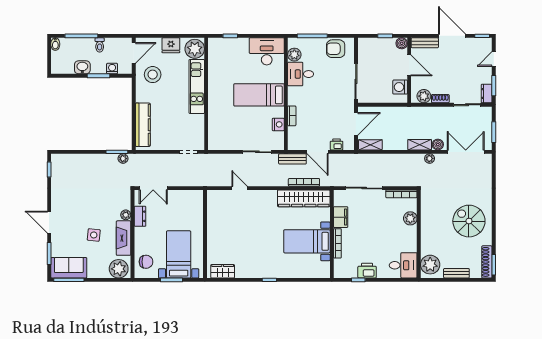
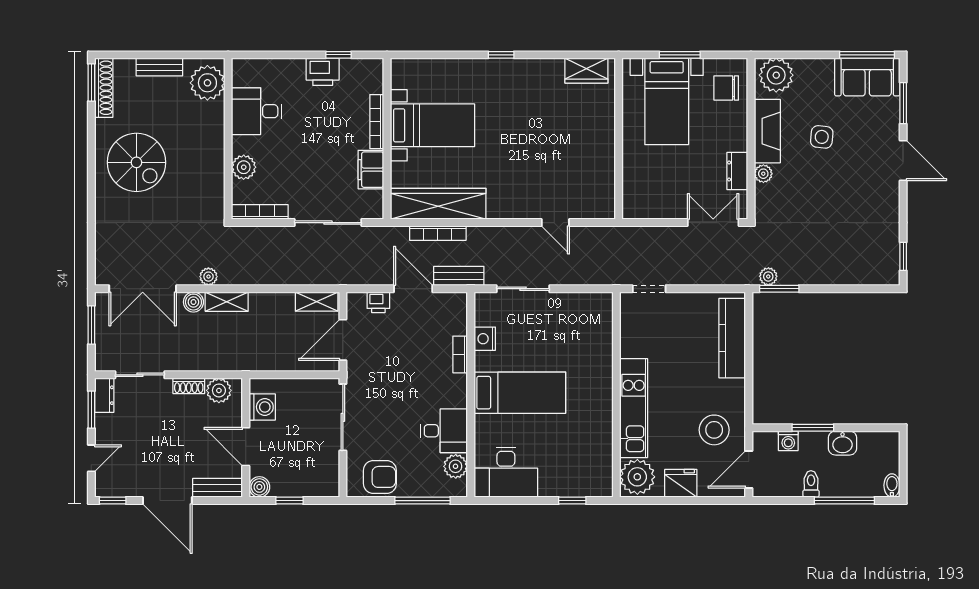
desk: (403, 265) -> (257, 111), moved

